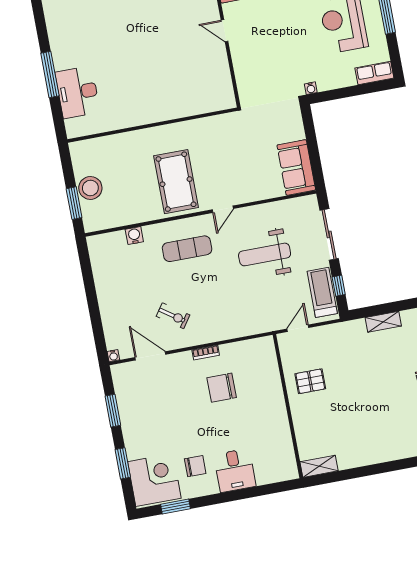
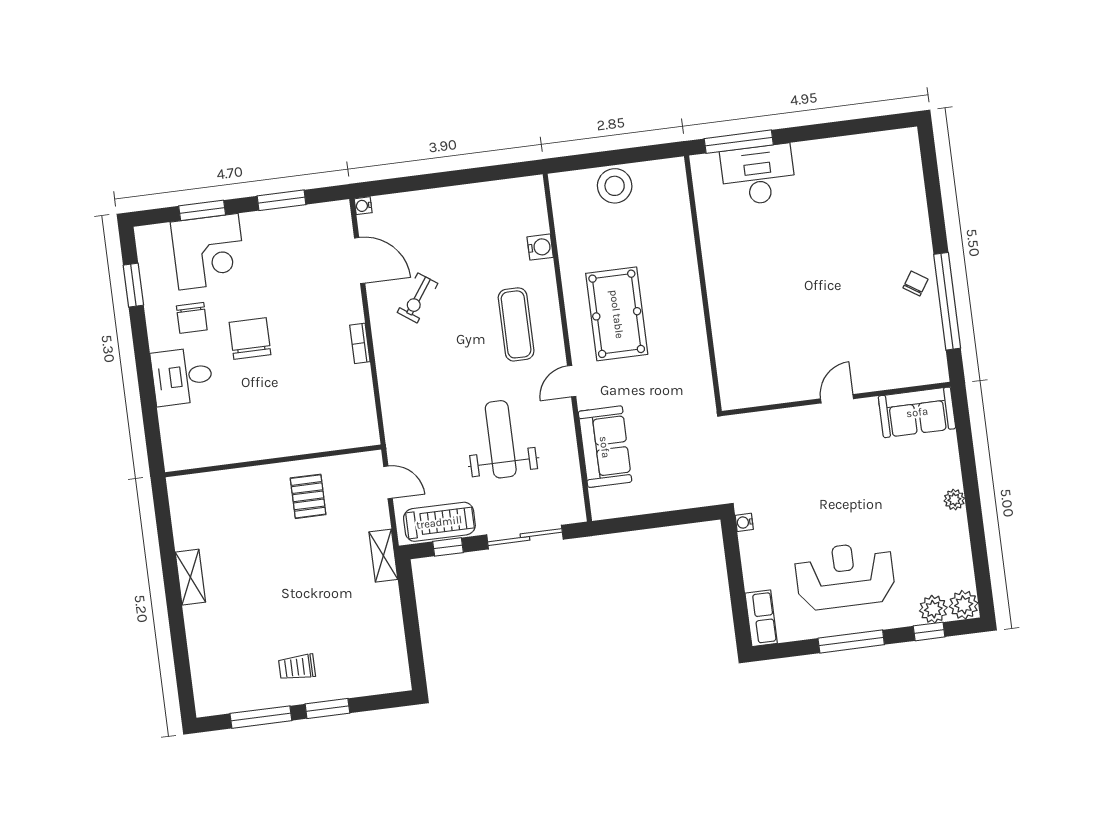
window: (50, 74) -> (739, 142), moved
sofa: (296, 167) -> (605, 447), moved, turned 90
pool table: (176, 182) -> (617, 314), turned 90
window: (74, 203) -> (593, 160), removed
door: (223, 209) -> (572, 381), hinge flipped
shelving: (383, 322) -> (383, 556), moved
door: (150, 356) -> (360, 261), hinge flipped
chair: (222, 388) -> (250, 338), moved
shelving: (319, 466) -> (190, 577), moved
corner desk: (154, 480) -> (209, 252), moved

